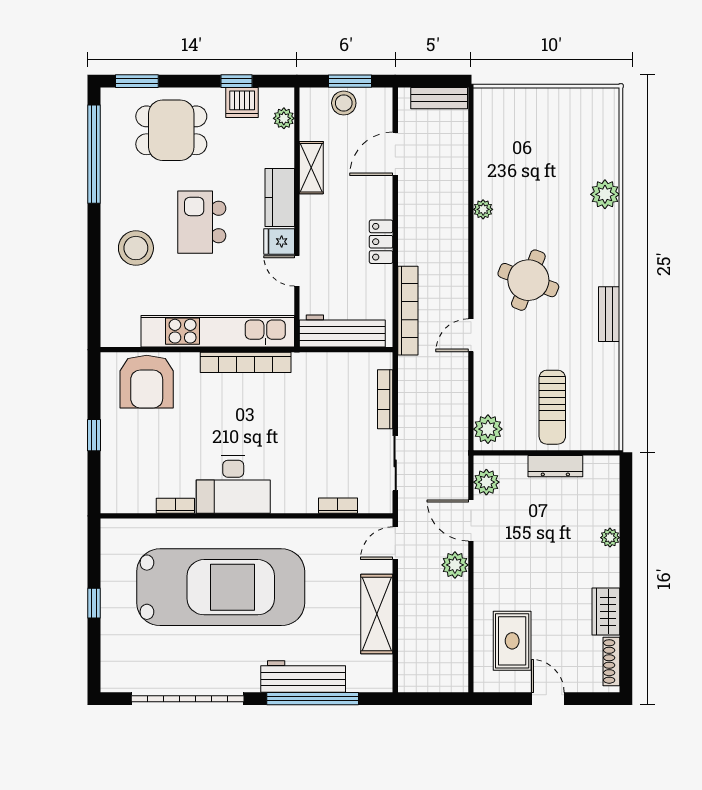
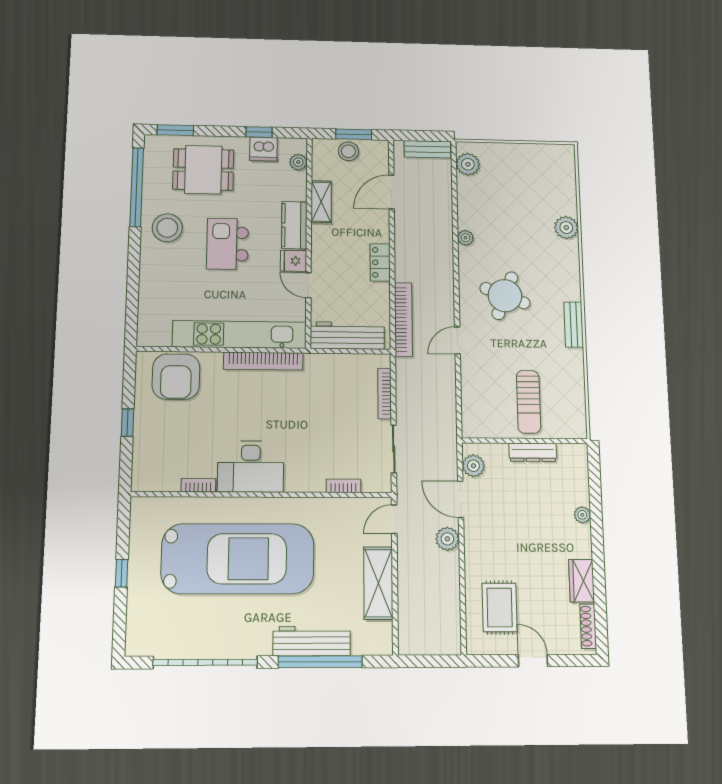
stool: (136, 248) -> (167, 228), moved
plant: (488, 429) -> (468, 164), moved

